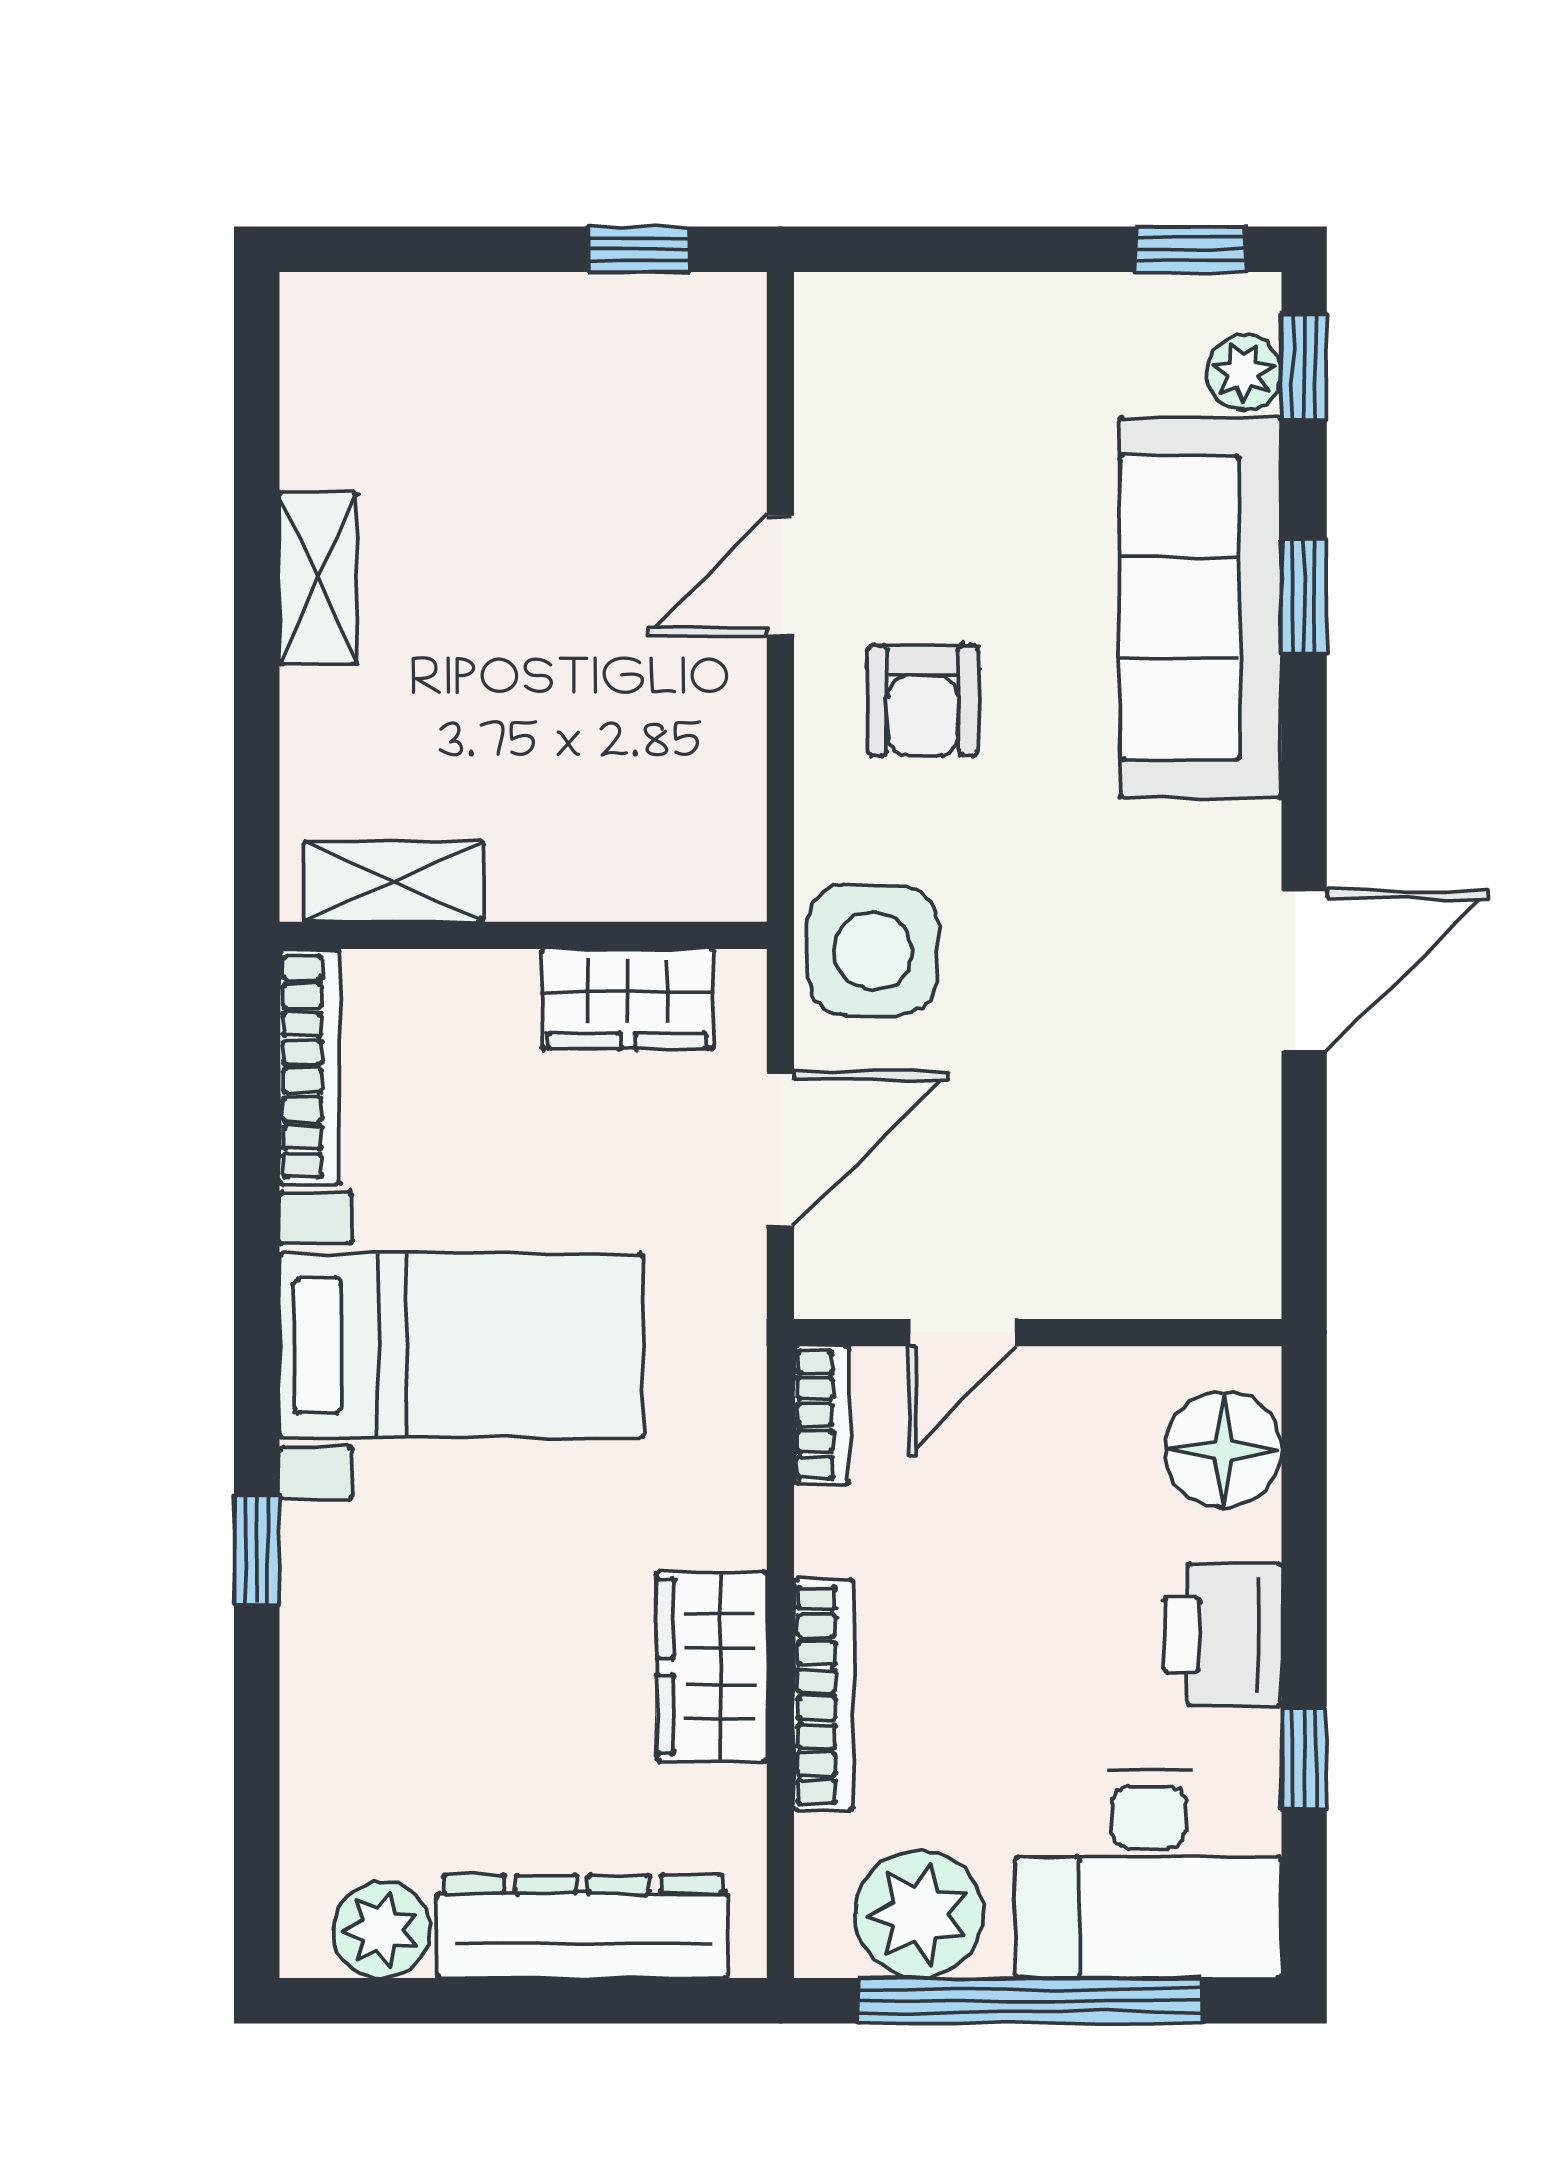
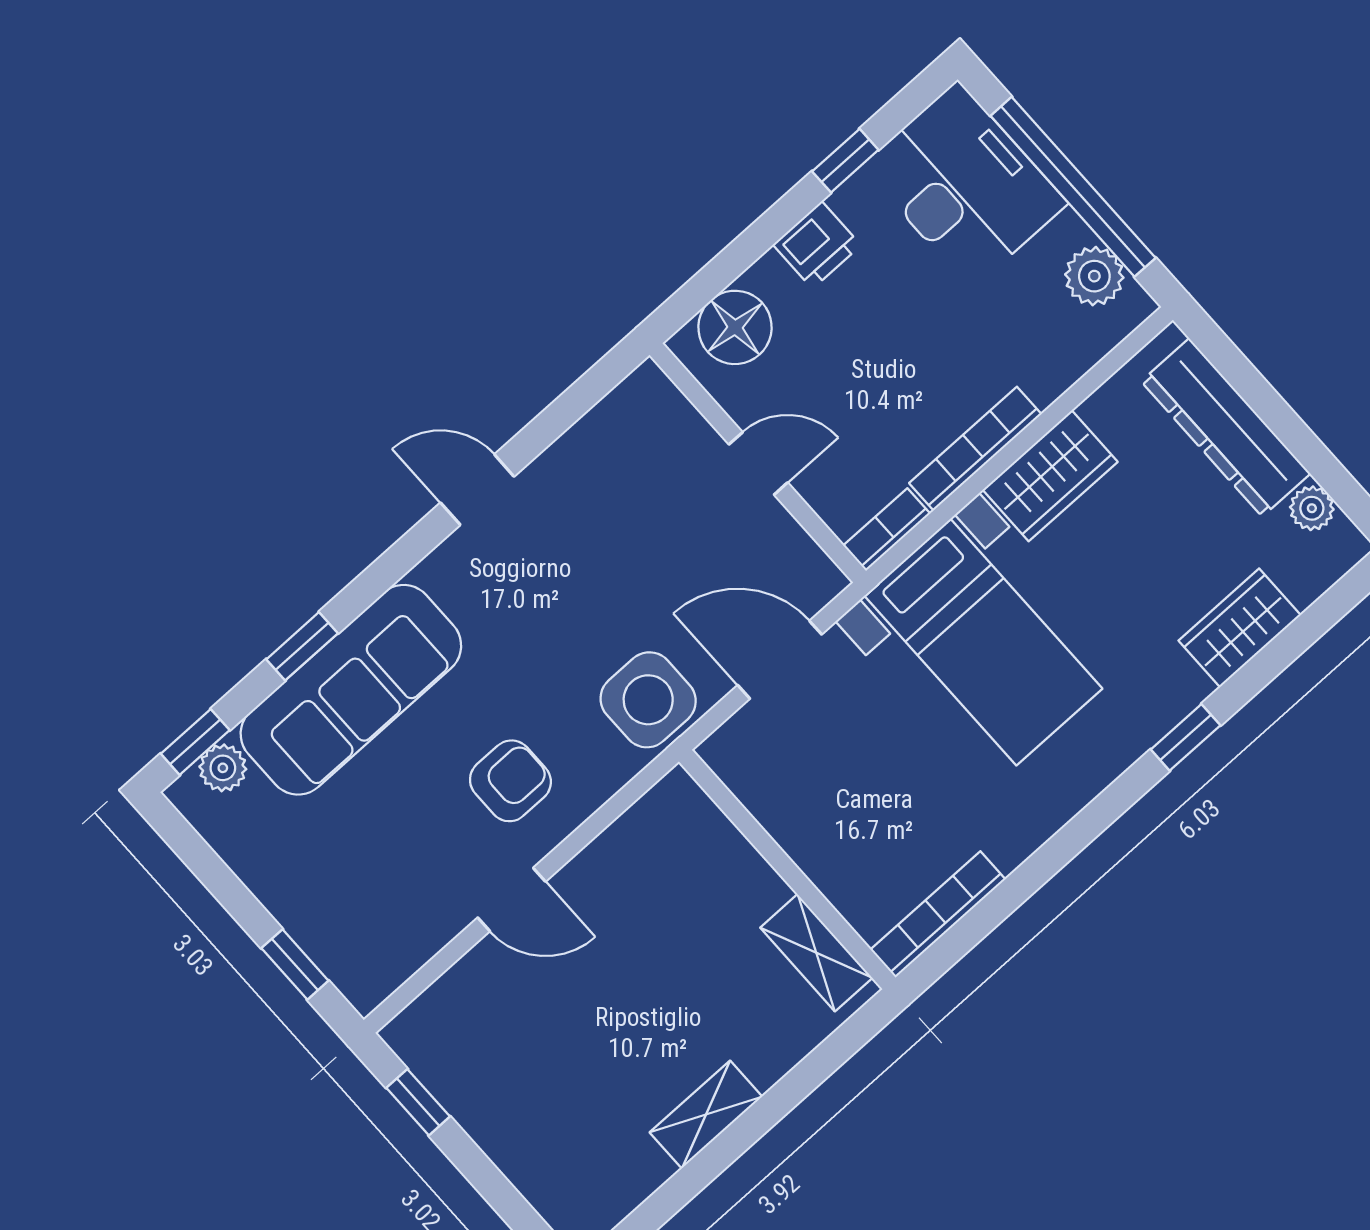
window: (1190, 249) -> (295, 964), moved
door: (1304, 971) -> (477, 490), width x0.73
wardrobe: (628, 999) -> (1240, 628), moved, turned -90
door: (963, 1333) -> (758, 463), moved
bed with nightstands: (461, 1346) -> (983, 642), moved, turned 180
printer: (1223, 1635) -> (817, 245), width x0.73, depth x0.81
bookcase: (824, 1695) -> (975, 449), moved
plant: (919, 1914) -> (1094, 276), width x0.73, depth x0.73
plant: (382, 1930) -> (1312, 508), width x0.73, depth x0.73

